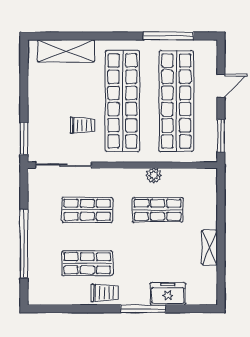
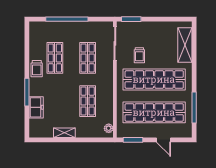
plant: (154, 175) -> (109, 128), moved

